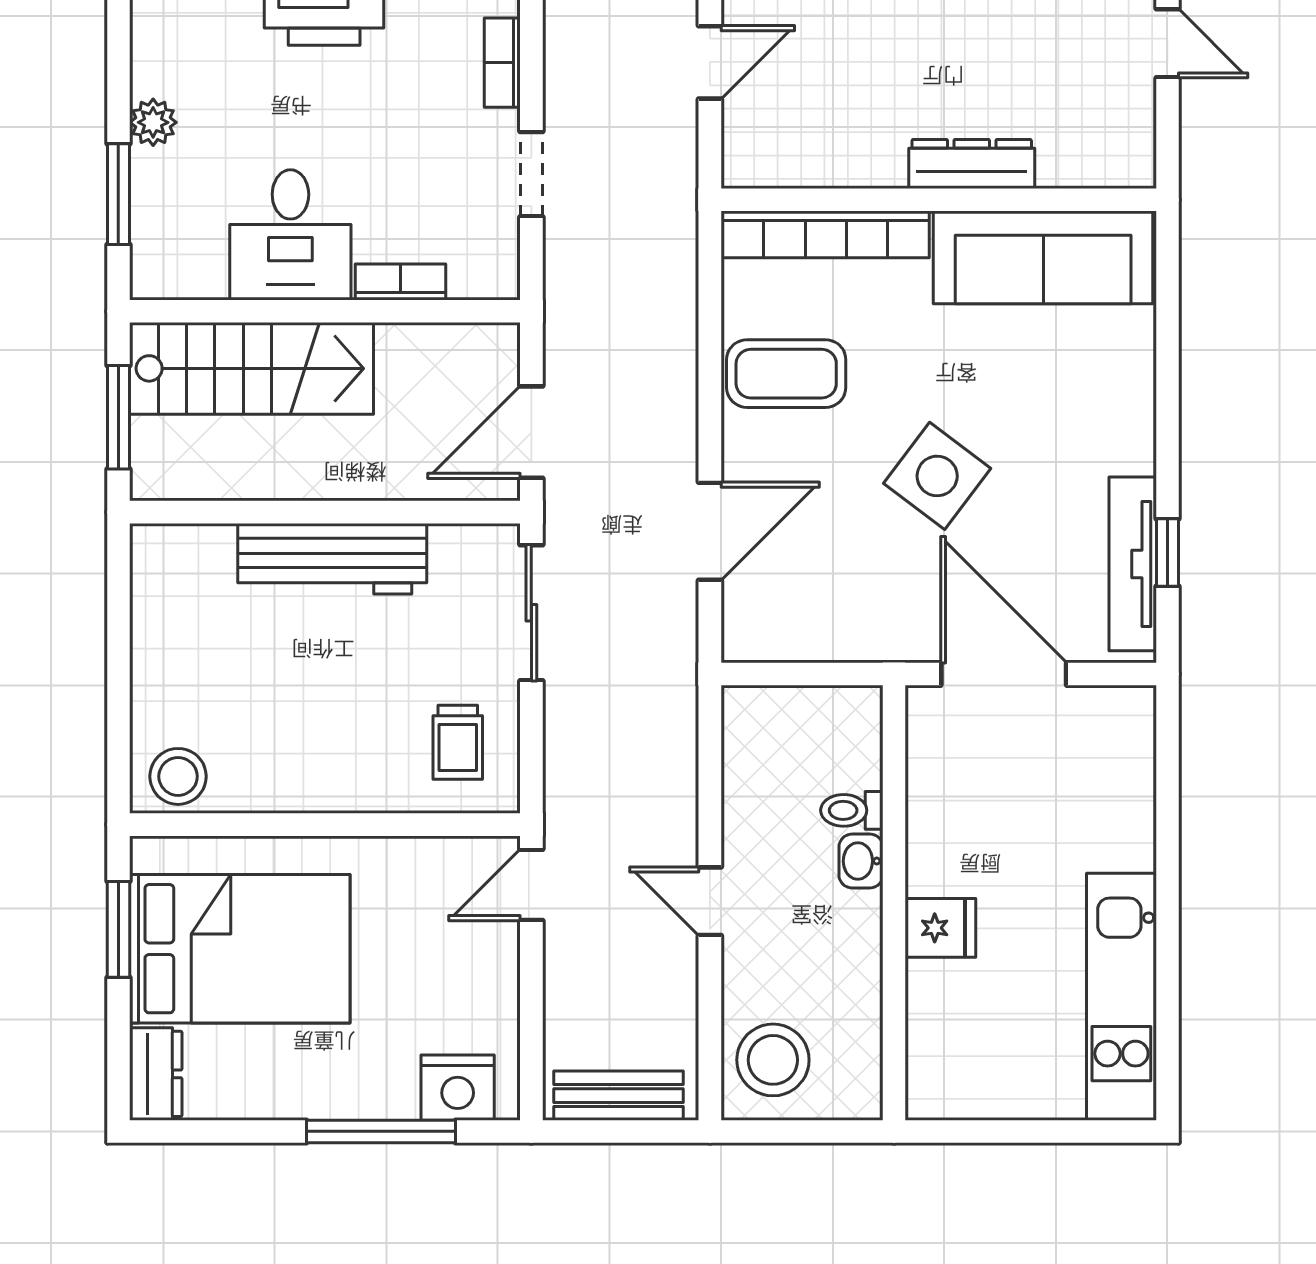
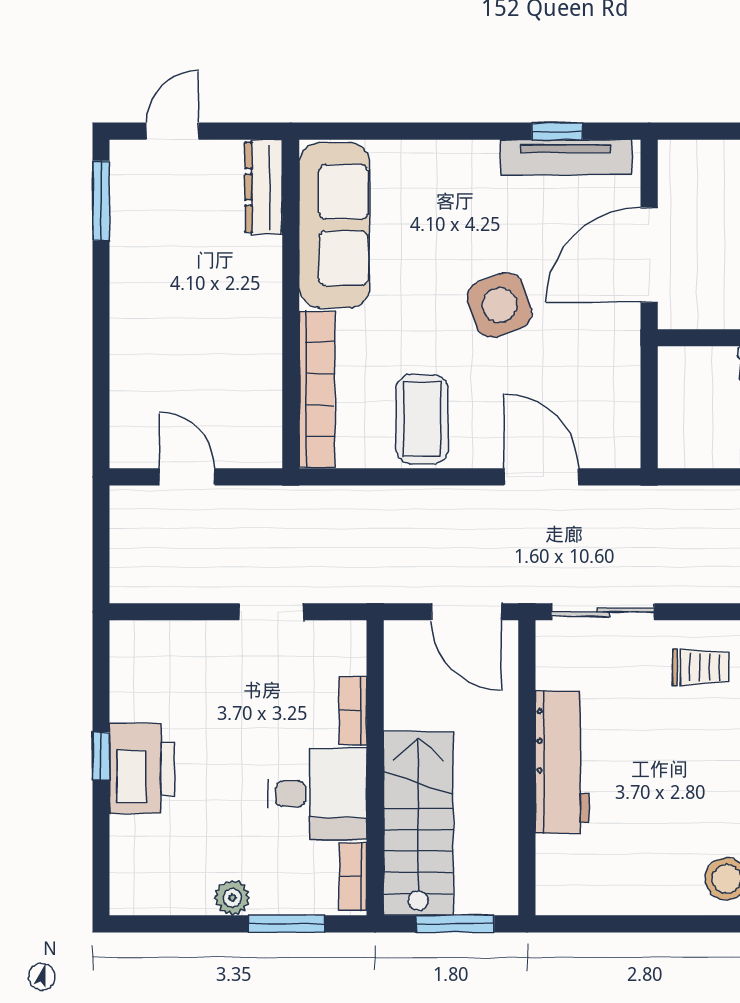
bookcase: (502, 63) -> (353, 877), moved, turned 90
dresser: (972, 164) -> (264, 187), moved
side table: (937, 476) -> (500, 305), turned 33

